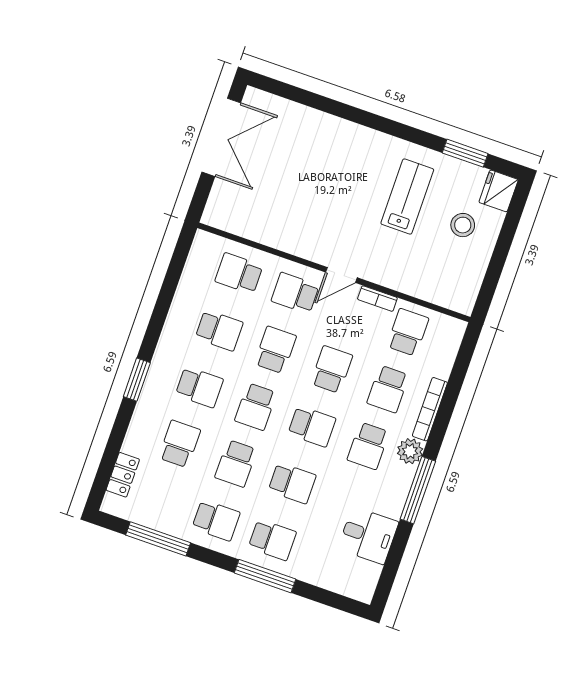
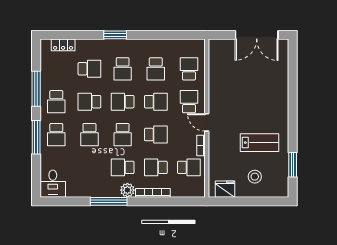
fridge: (499, 191) -> (225, 189), moved
desk: (368, 535) -> (53, 184), moved
window: (158, 539) -> (36, 89), moved

